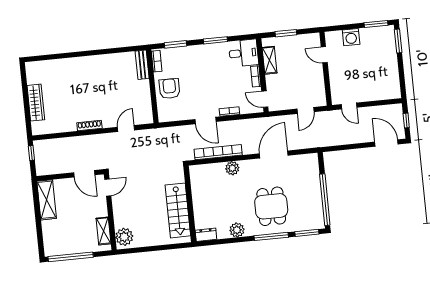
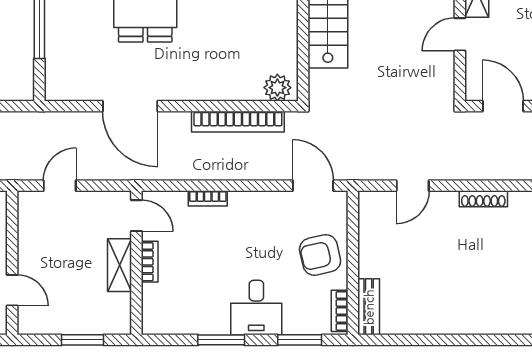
desk: (244, 53) -> (256, 308), moved, turned -90
shelving: (270, 60) -> (120, 265), moved
armchair: (169, 89) -> (320, 255), turned 77
door: (205, 121) -> (313, 186), moved
door: (274, 154) -> (130, 106), hinge flipped
plant: (232, 168) -> (277, 88), moved
door: (108, 187) -> (460, 34), moved

